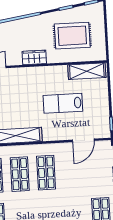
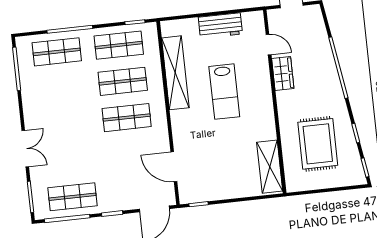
wardrobe: (34, 57) -> (283, 74), moved
lab bench: (63, 103) -> (224, 92), moved, turned 180

